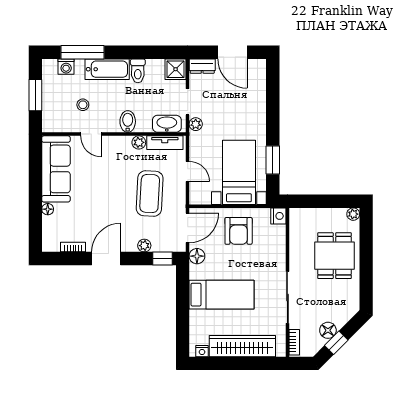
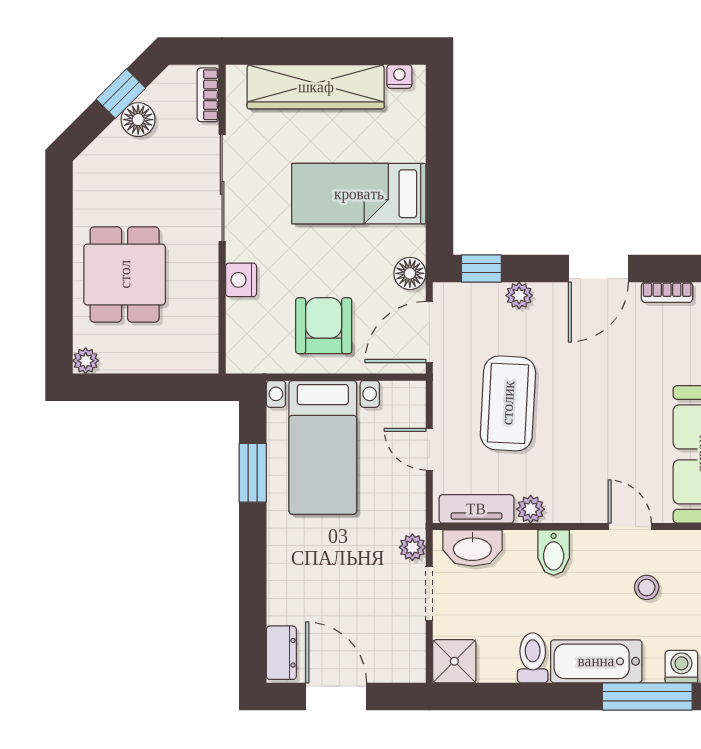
dresser: (202, 66) -> (281, 653), moved, turned 90
nightstand: (278, 216) -> (241, 280), moved

